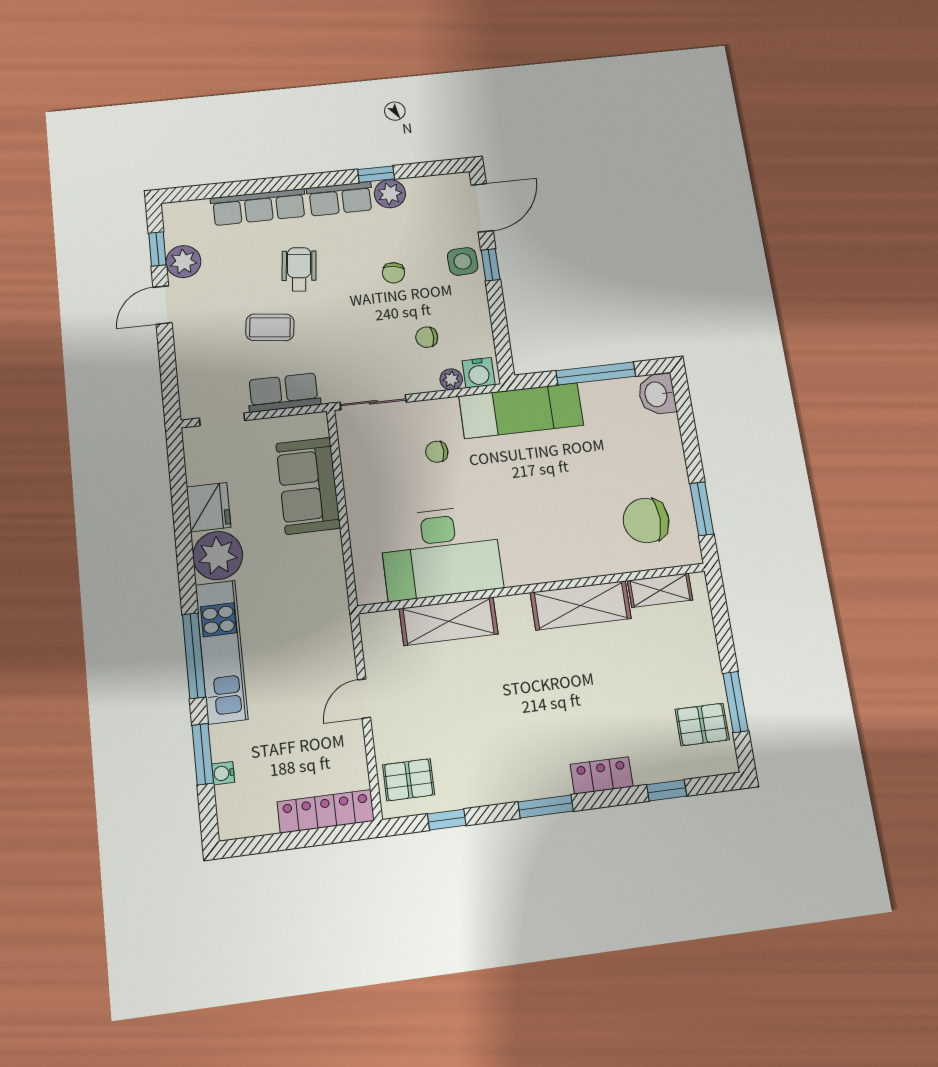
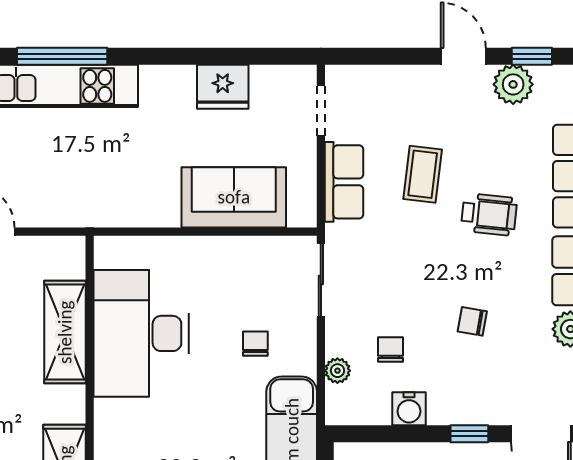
side table: (463, 261) -> (477, 402), removed
water cooler: (479, 373) -> (409, 409), moved, turned -90
plant: (218, 556) -> (168, 92), removed

